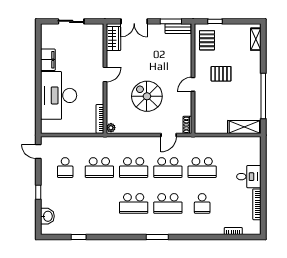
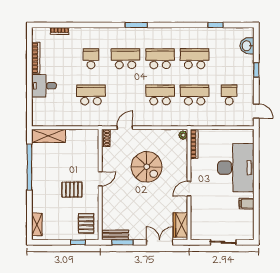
filing cabinet: (48, 60) -> (247, 204), width x0.50
school desk: (168, 168) -> (195, 59), moved

